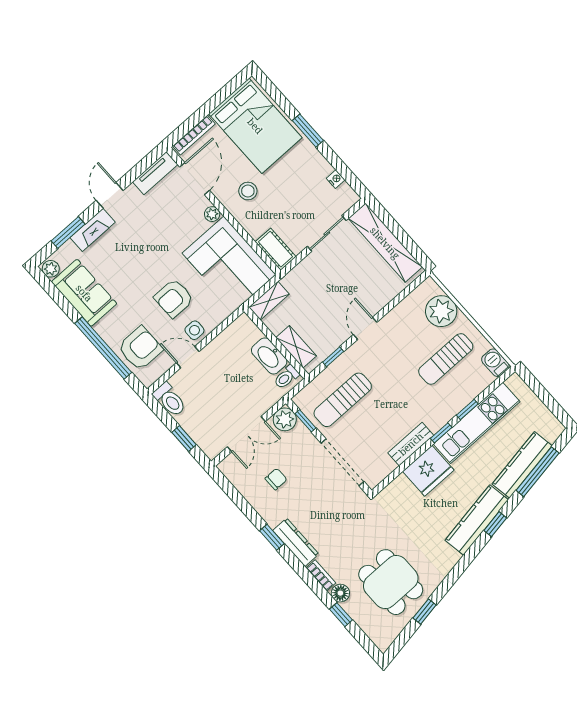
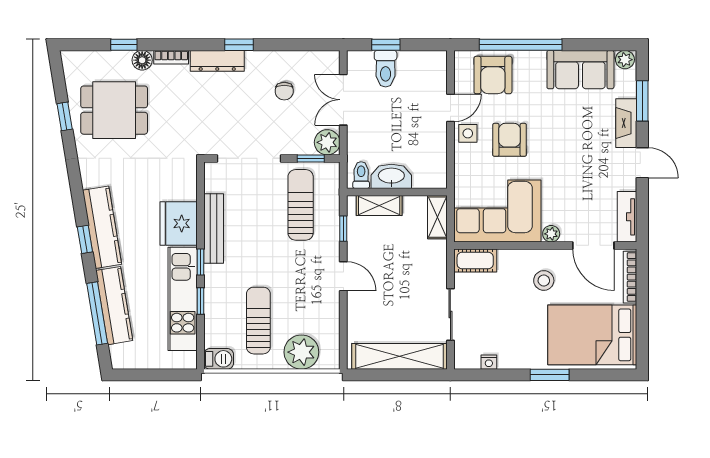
toilet: (170, 400) -> (386, 69), moved, turned -90
bench: (411, 444) -> (214, 228), width x1.36

